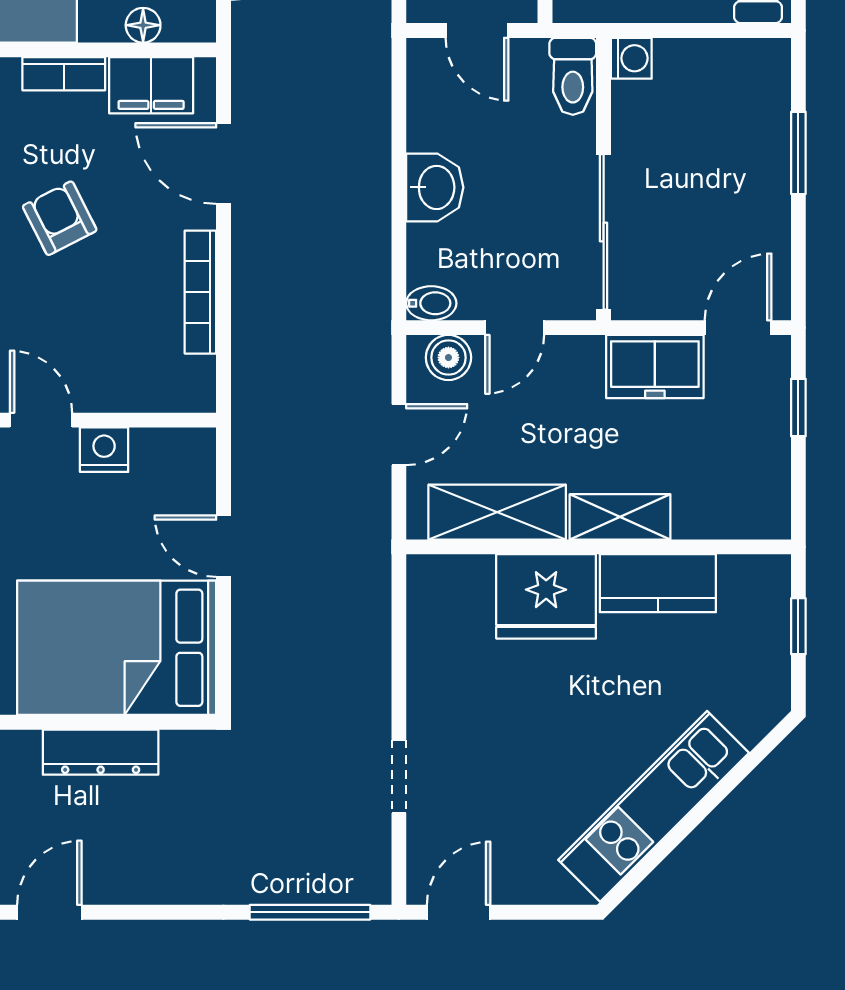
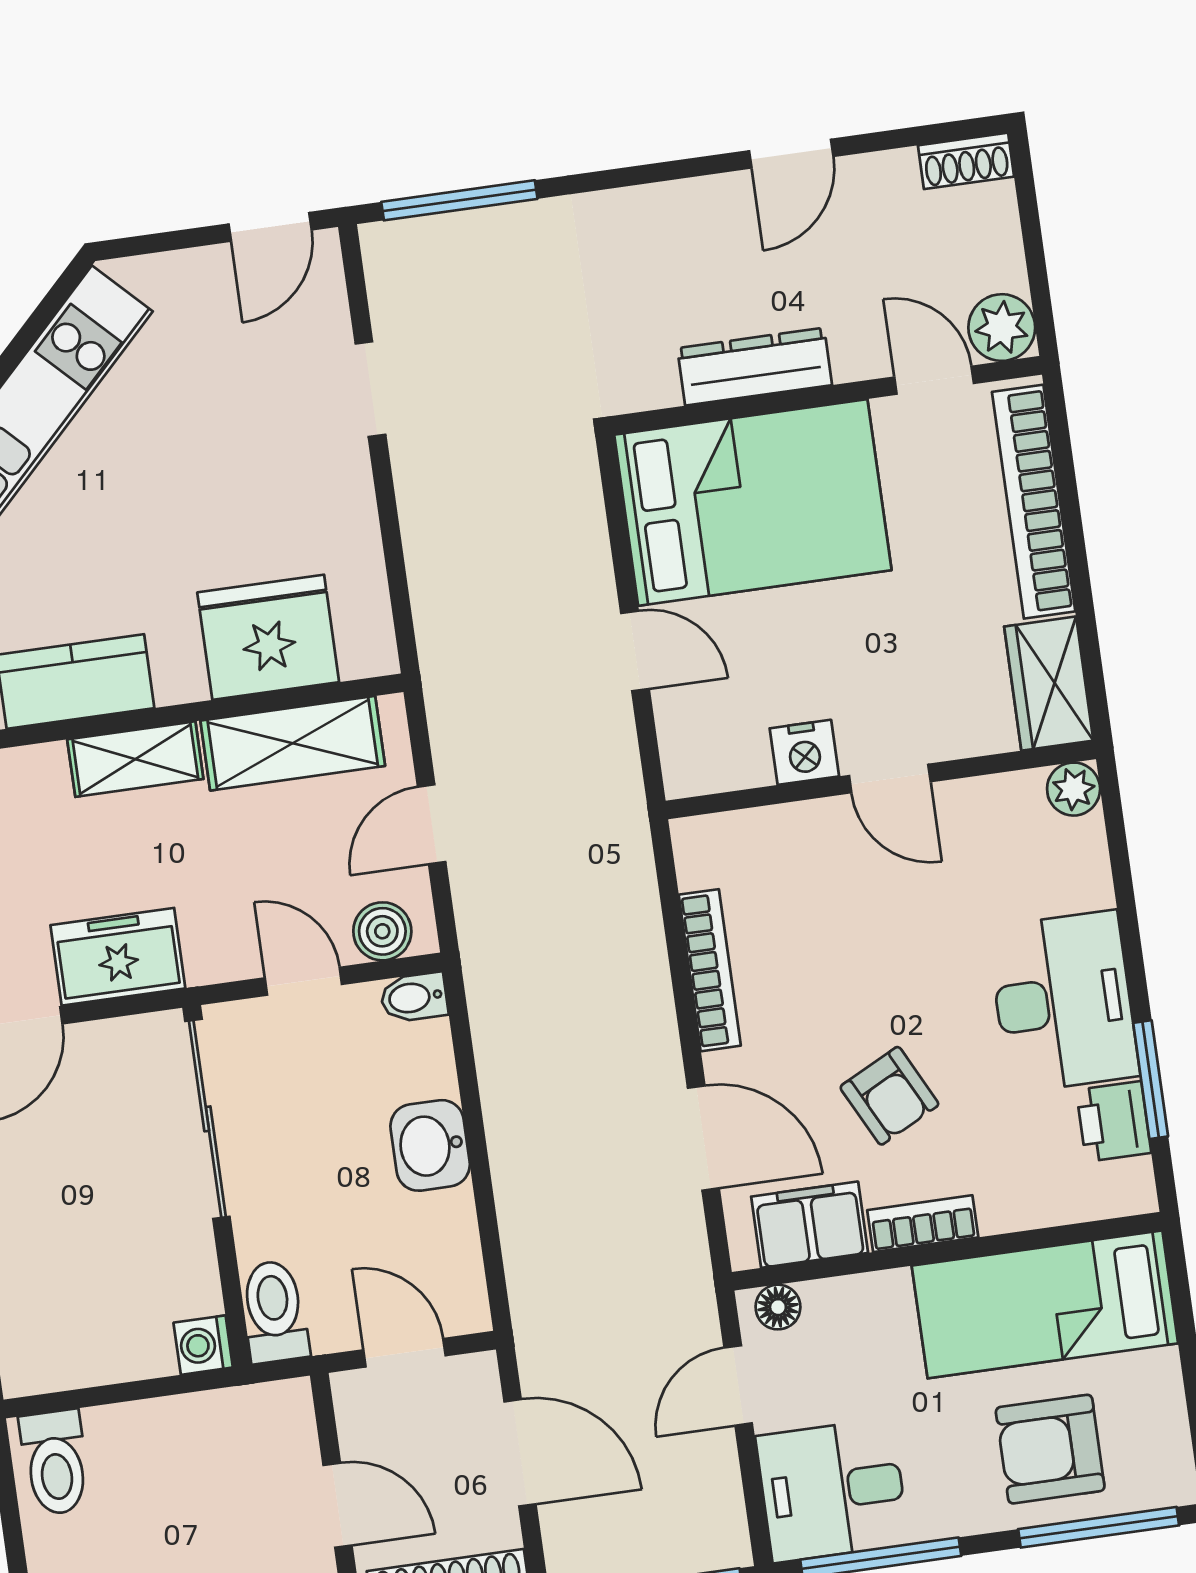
floor lamp: (143, 25) -> (778, 1307), moved
armchair: (60, 218) -> (889, 1096), moved
door: (515, 328) -> (303, 981), hinge flipped
fridge: (546, 596) -> (268, 637), moved

